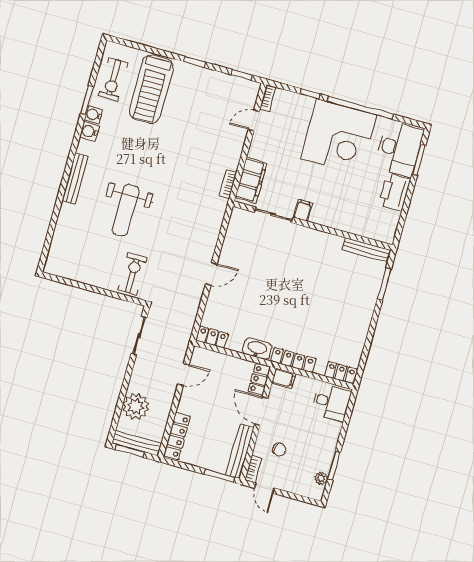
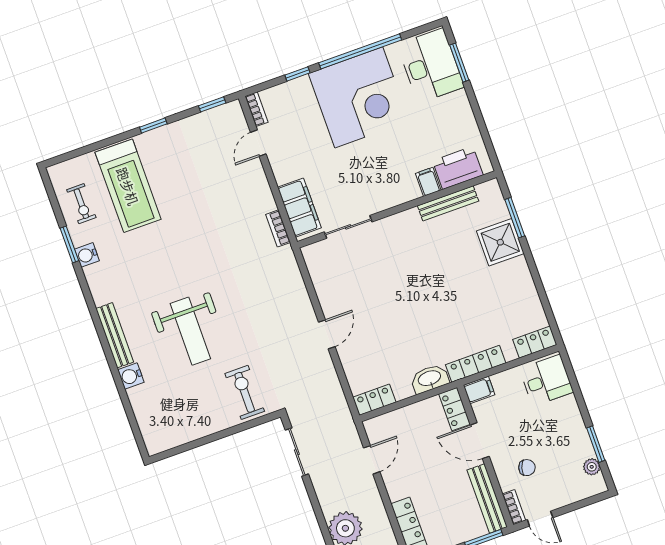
exercise bike: (113, 79) -> (81, 204), width x0.73, depth x0.72
water cooler: (89, 131) -> (131, 376), moved
printer: (395, 192) -> (458, 168), moved, turned 90
filing cabinet: (303, 210) -> (428, 182), moved
bench: (366, 250) -> (448, 203), moved
shower: (364, 293) -> (500, 242), added

